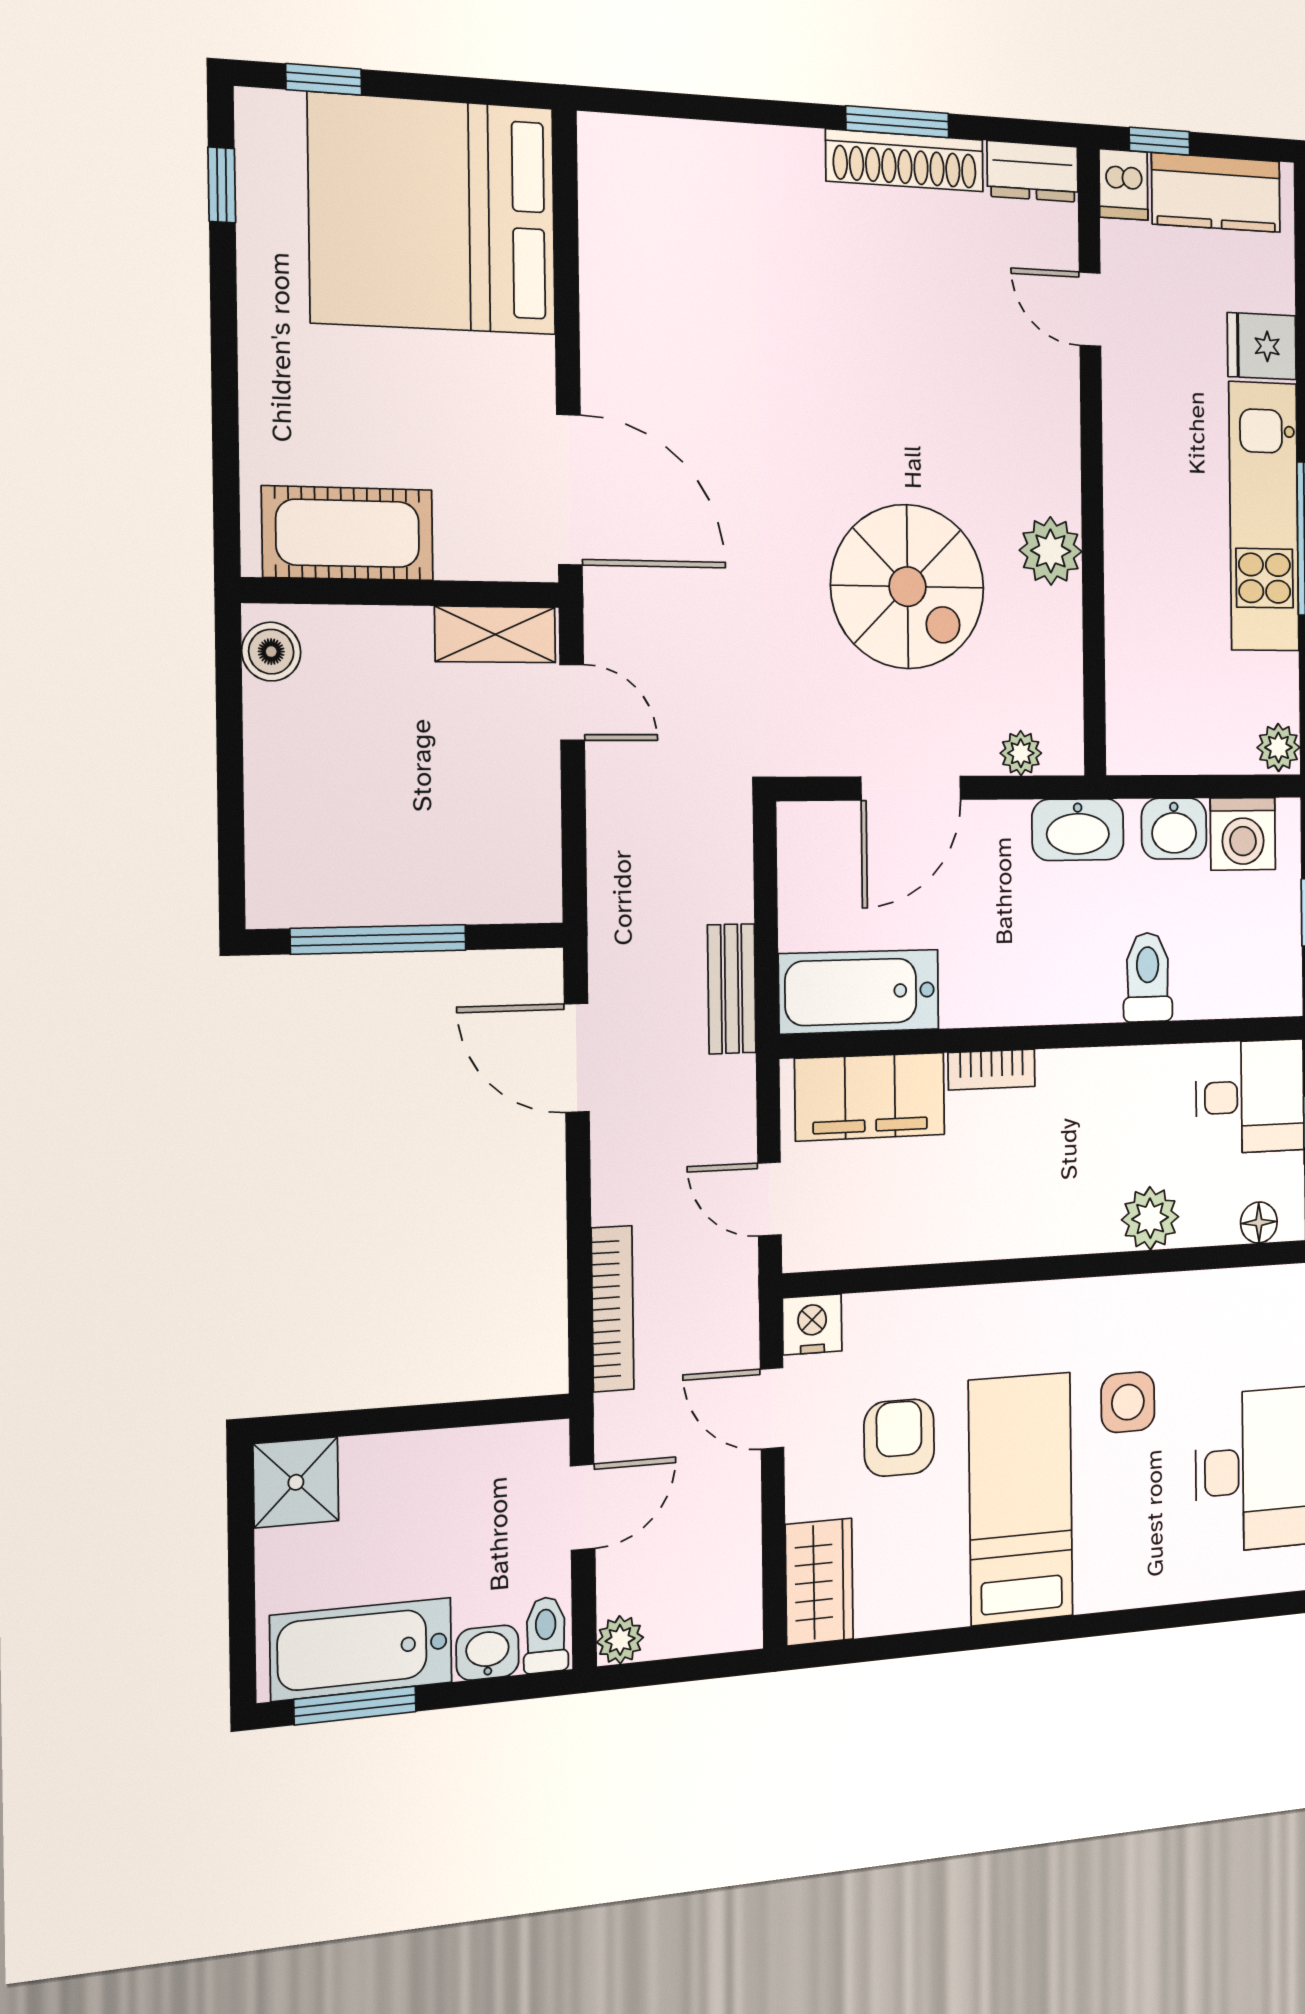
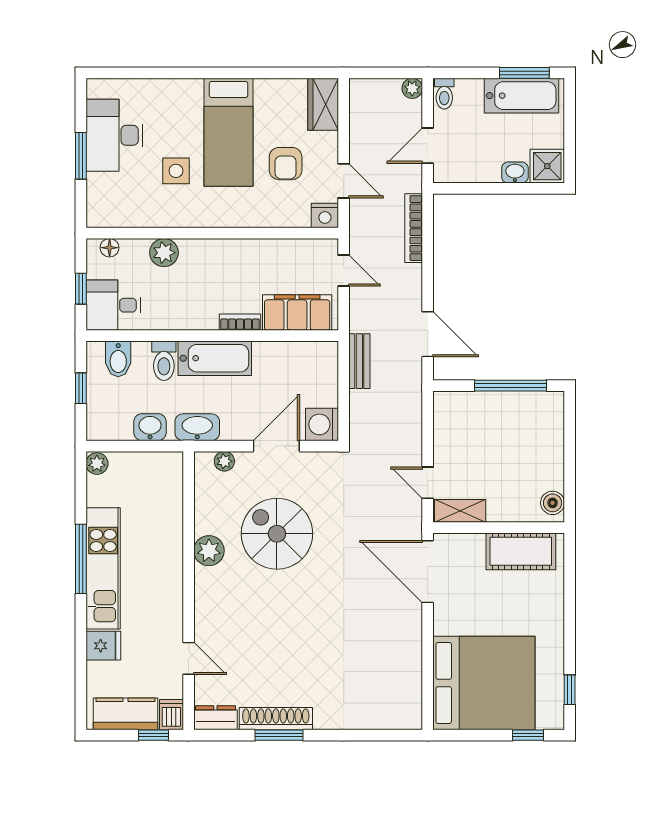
washing machine: (1243, 834) -> (322, 424), moved, turned -90
bidet: (1239, 978) -> (118, 359), added
bathtub: (859, 992) -> (215, 358), moved
washbasin: (488, 1653) -> (515, 173), moved, turned 180

